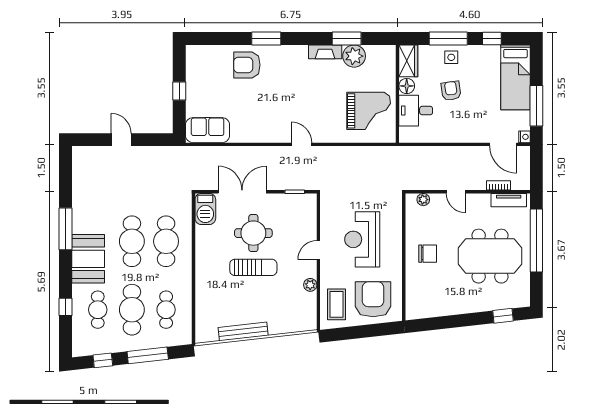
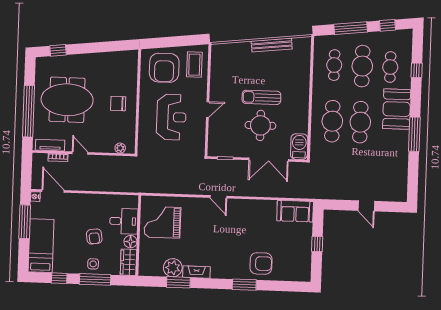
door: (456, 192) -> (80, 153), moved
plant: (310, 285) -> (215, 81), removed

